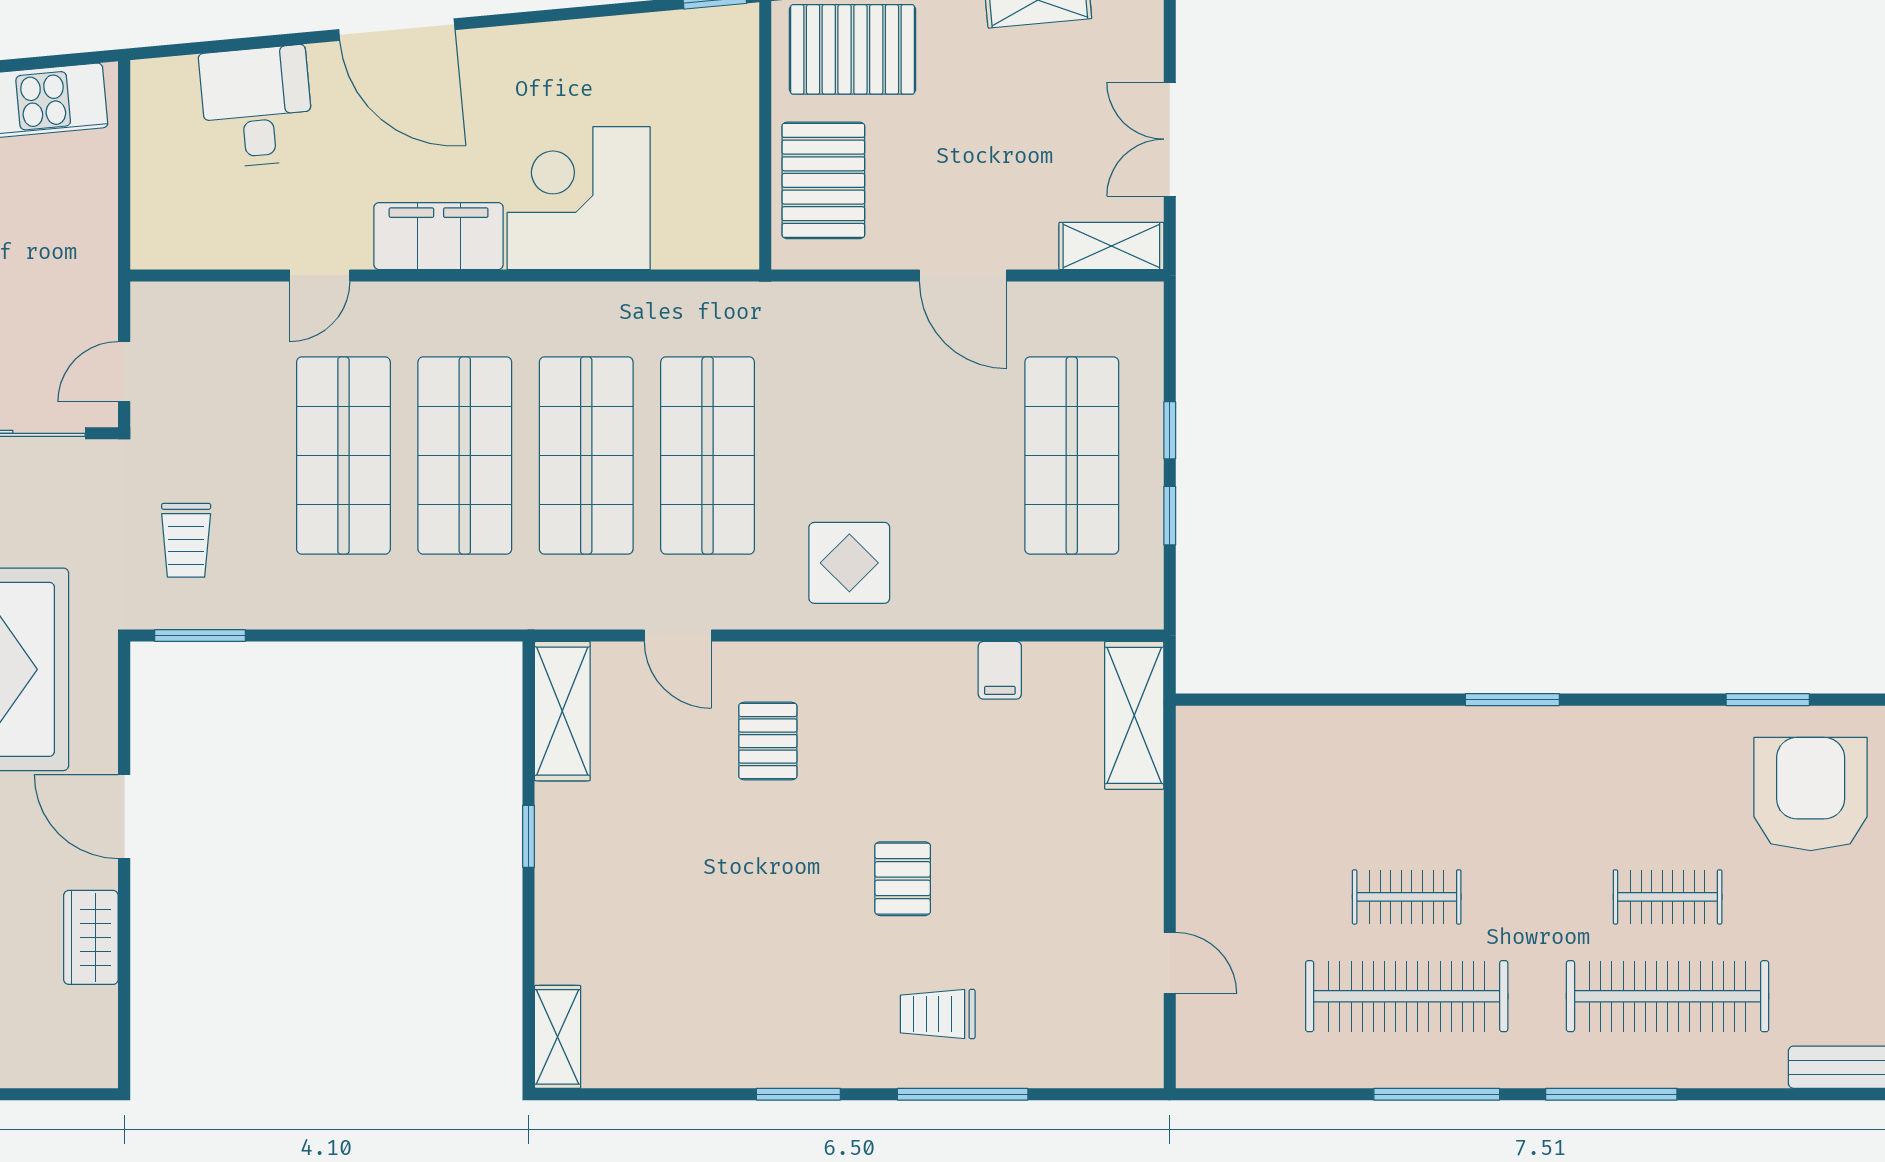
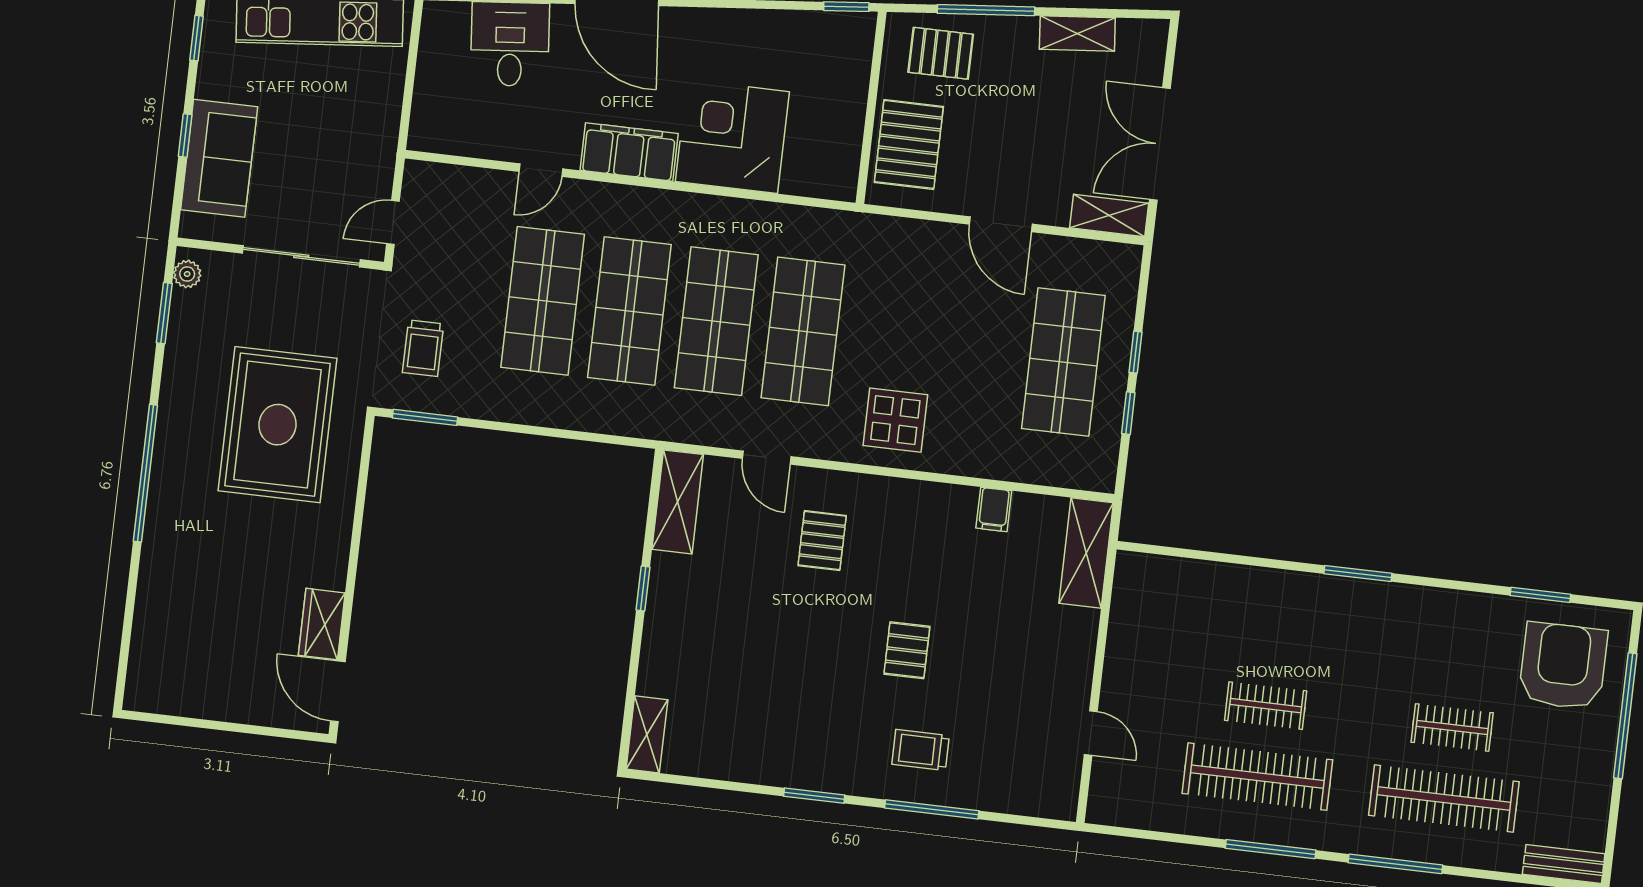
pallet: (853, 49) -> (941, 53), width x0.67, depth x0.71
double door: (1170, 139) -> (1160, 144), width x1.37
door: (124, 817) -> (338, 691), moved

